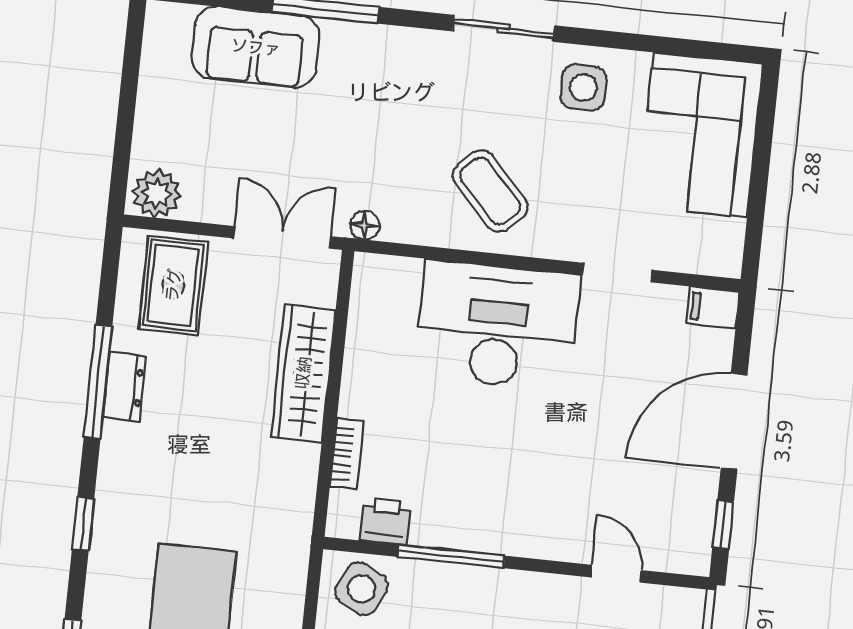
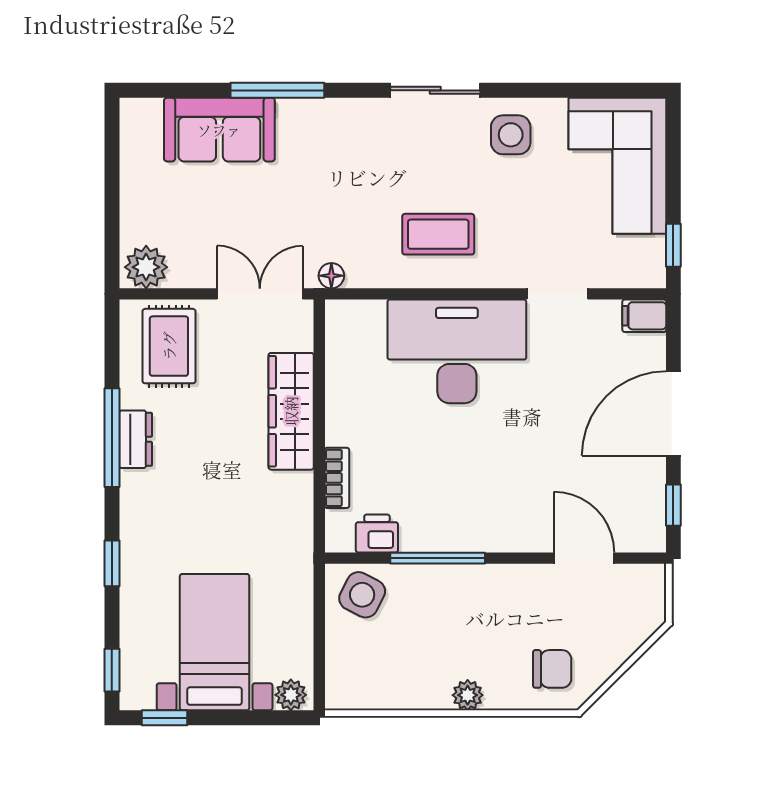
coffee table: (490, 191) -> (438, 234), turned -47
window: (754, 231) -> (673, 245), added
door: (616, 574) -> (584, 558), width x1.38

